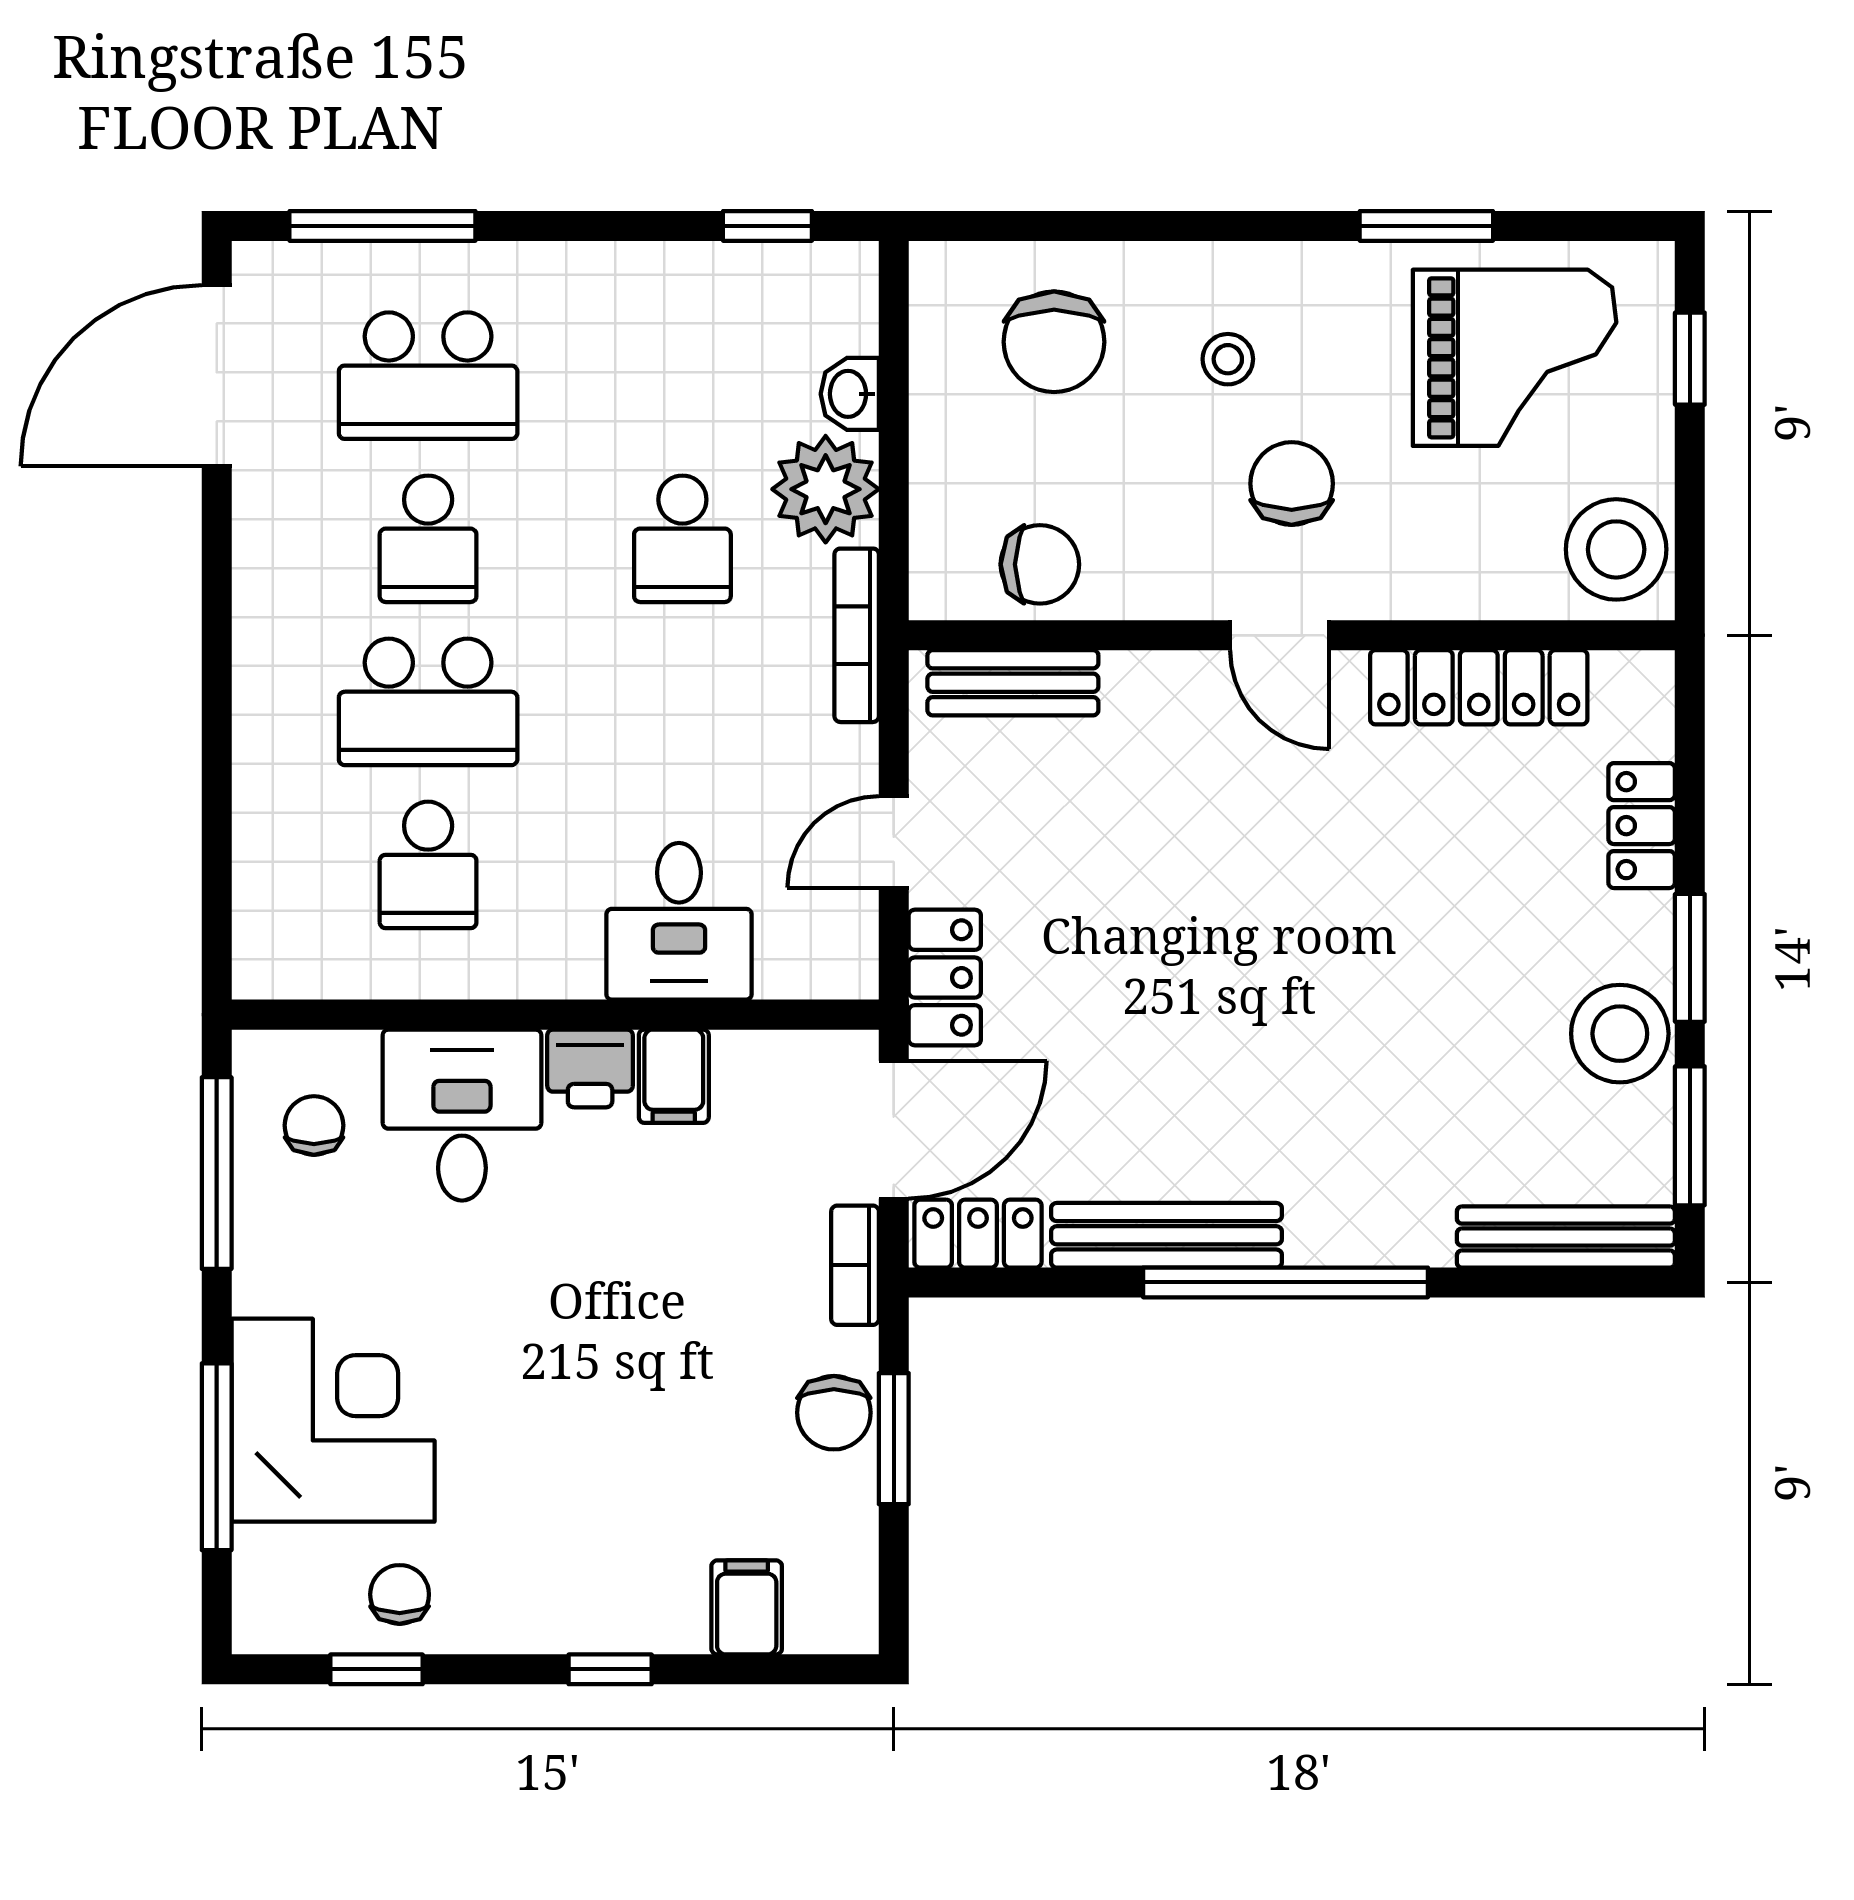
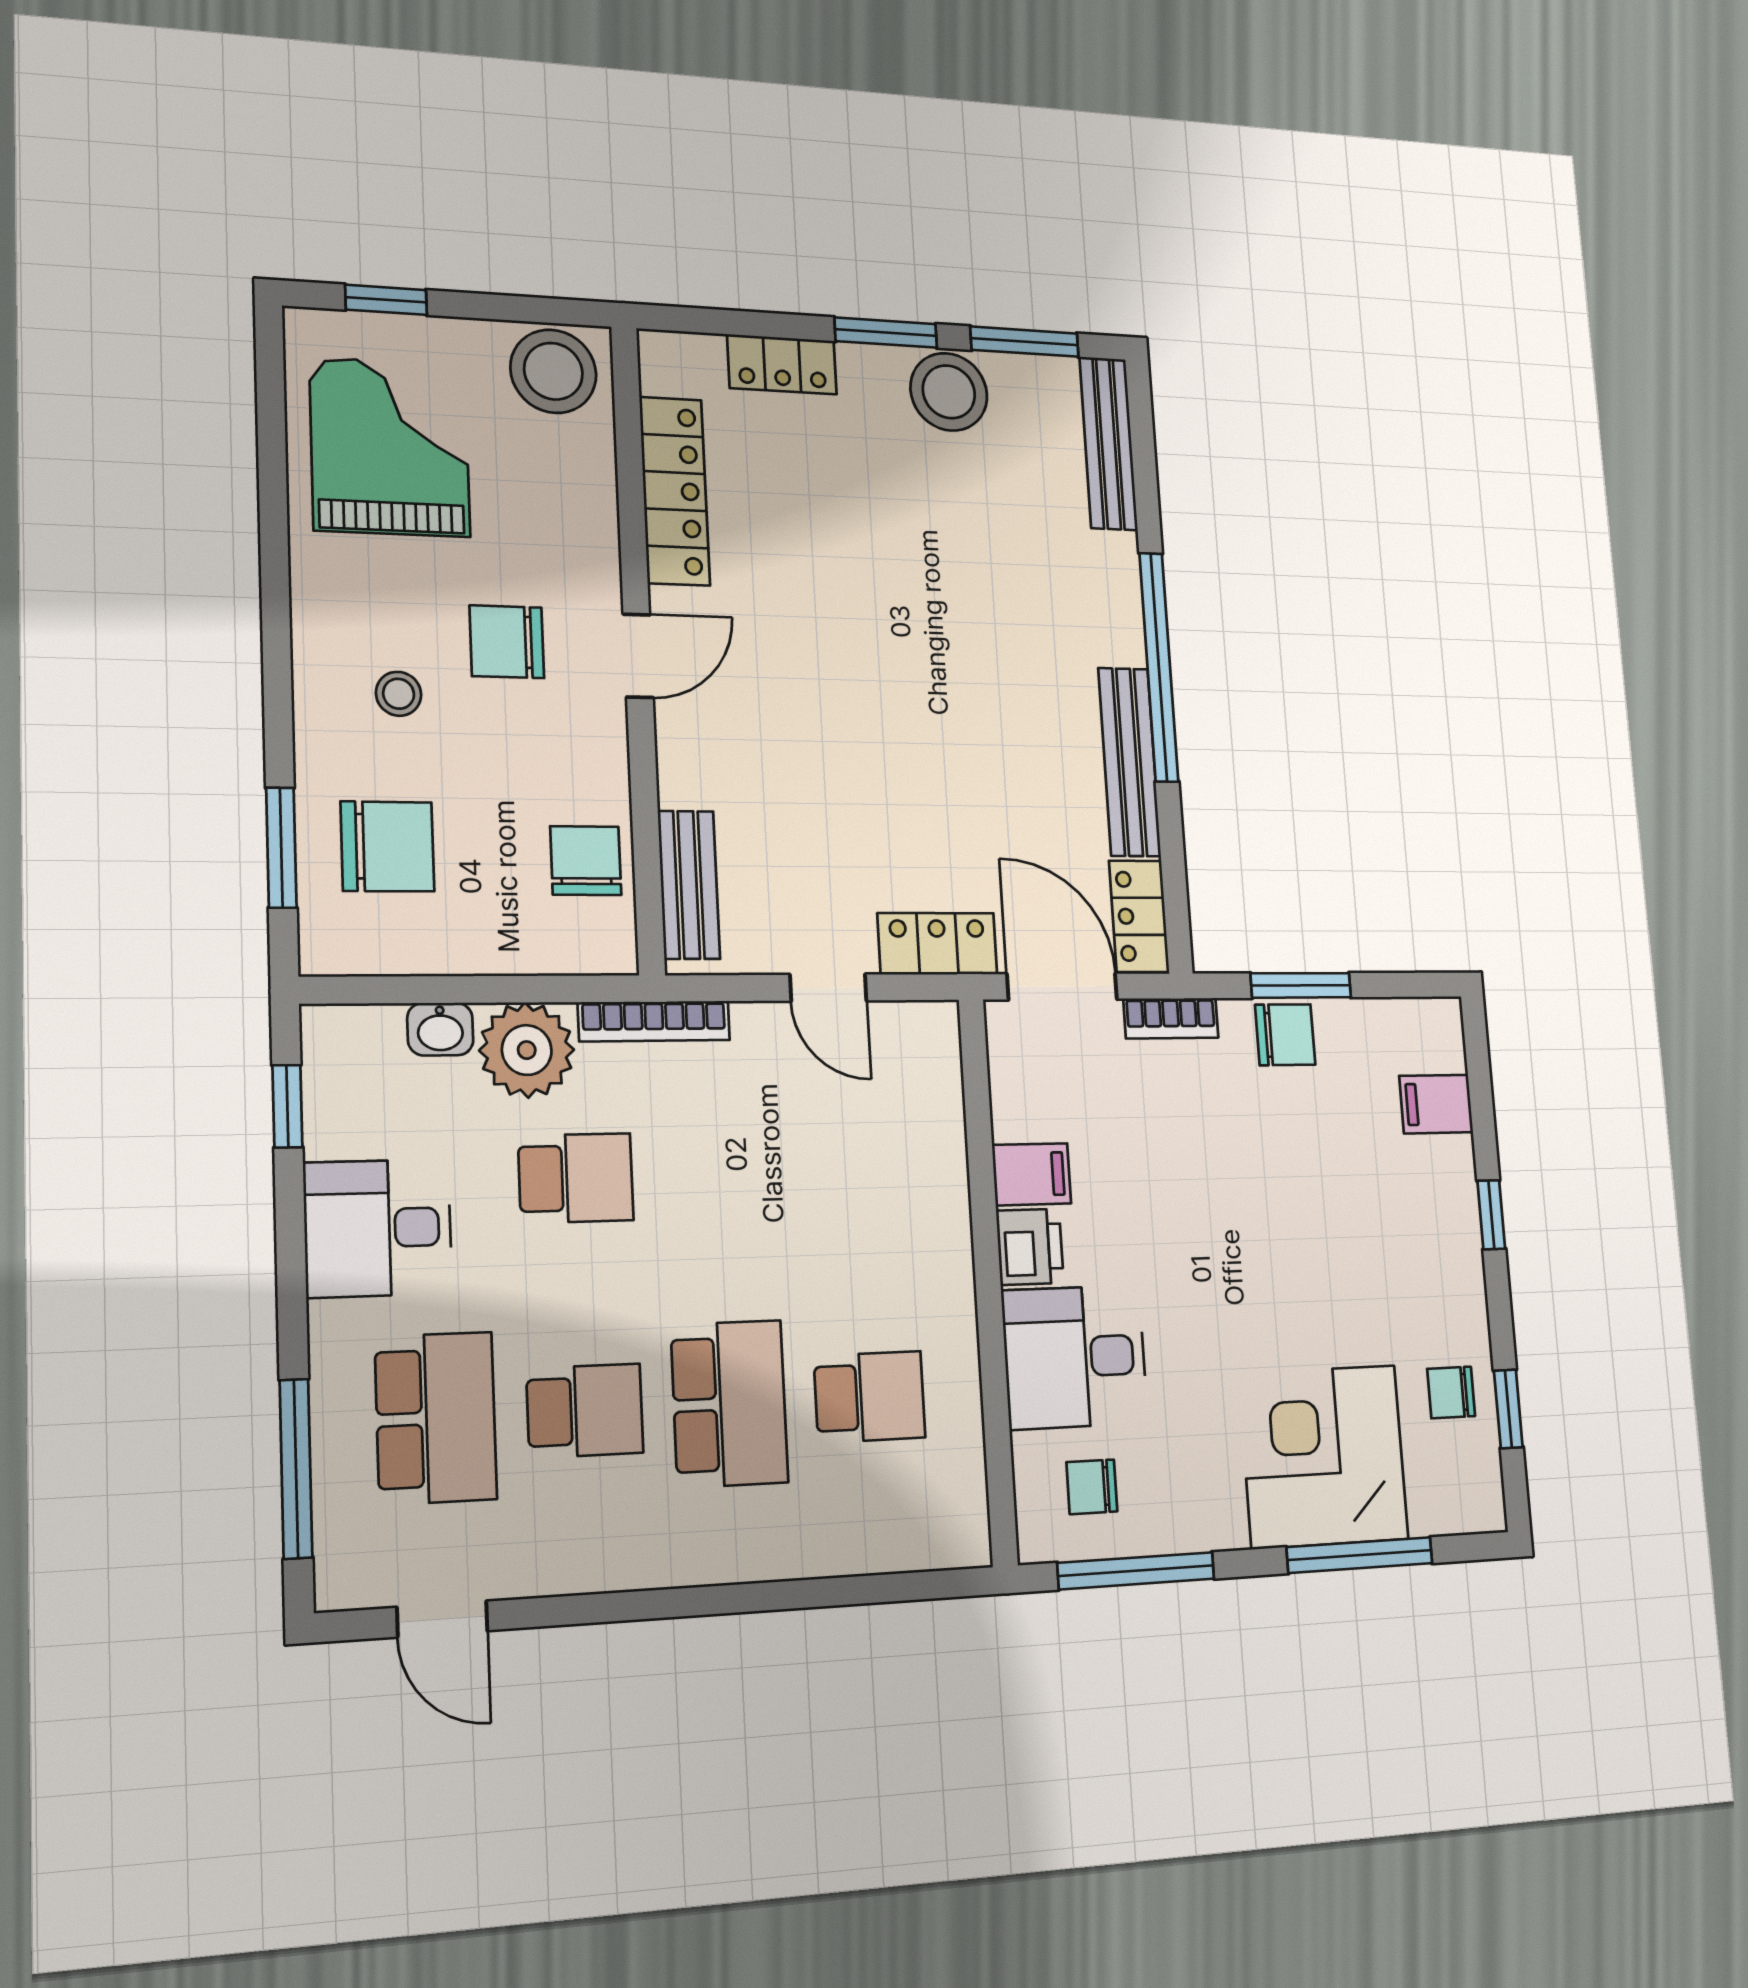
window: (1426, 226) -> (281, 848), moved
door: (217, 376) -> (442, 1619), width x0.53
desk: (679, 921) -> (378, 1228), moved, turned 180

